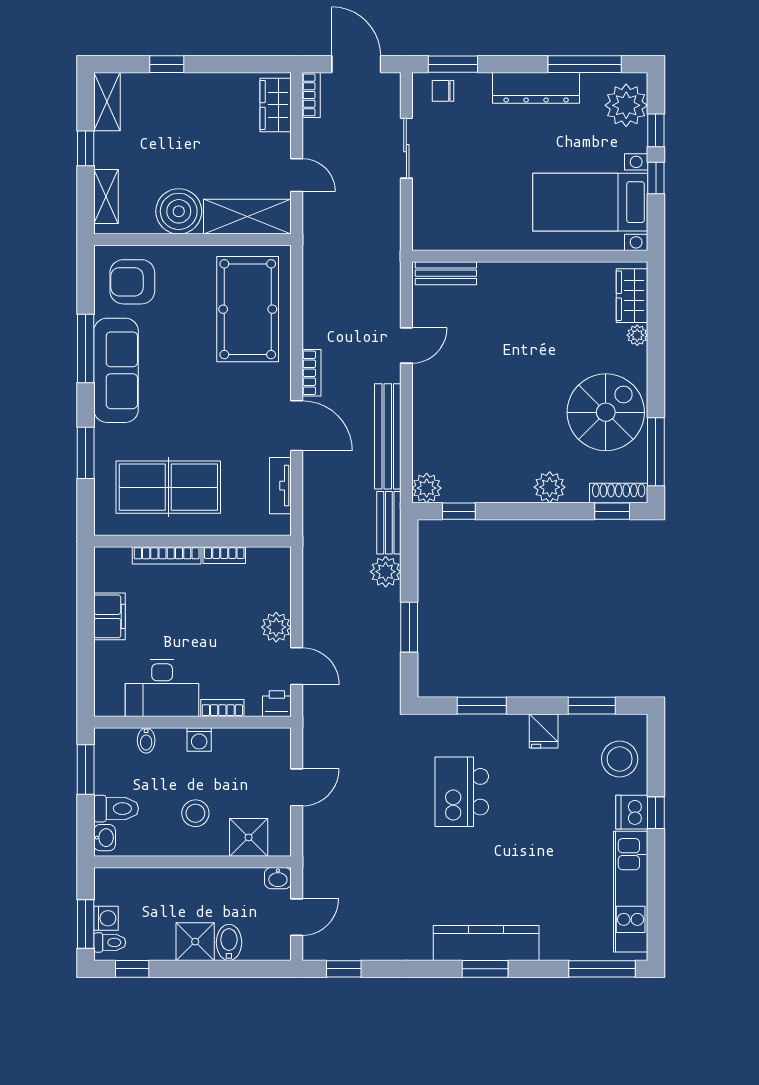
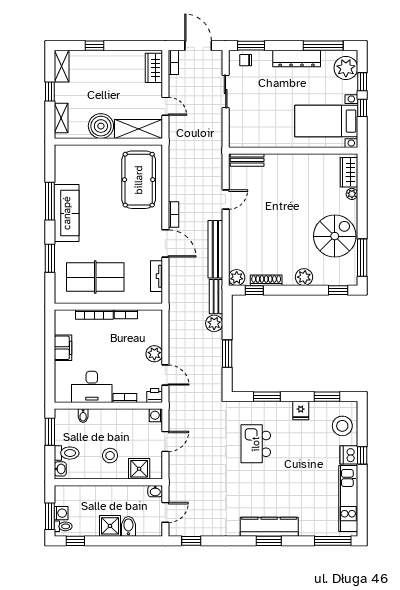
armchair: (132, 282) -> (76, 165), removed
shoe rack: (619, 493) -> (266, 280), moved
washing machine: (199, 740) -> (156, 415), moved, turned 90

